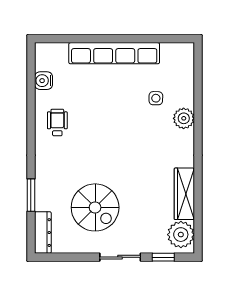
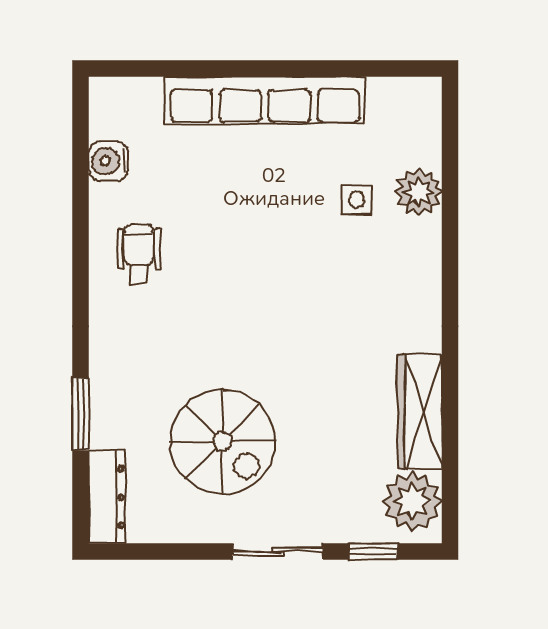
plant: (184, 118) -> (419, 192), moved

